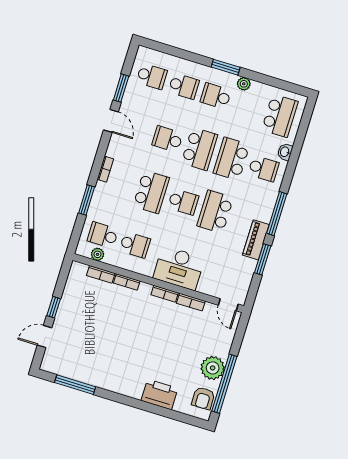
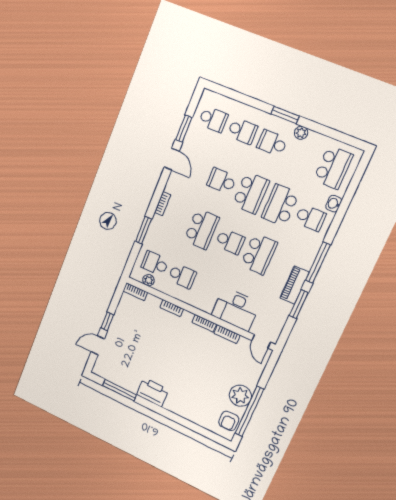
school desk: (215, 212) -> (259, 254), turned 180
desk: (179, 268) -> (236, 309), moved
bookcase: (101, 274) -> (135, 292), moved
printer: (159, 394) -> (153, 392), moved

